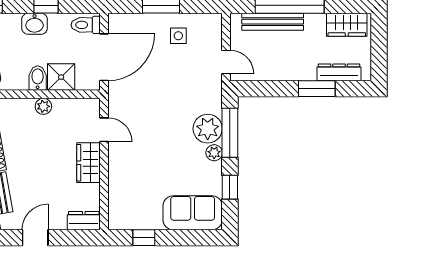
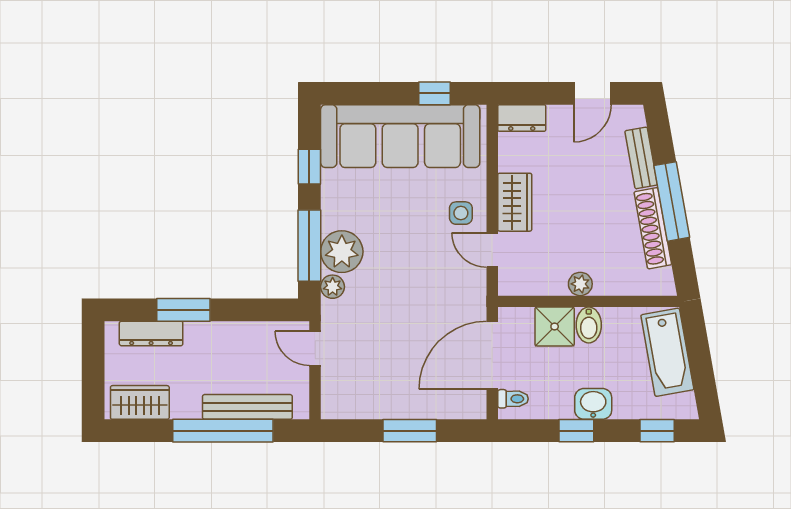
toilet: (86, 25) -> (513, 399), width x0.73, depth x0.72
side table: (178, 36) -> (461, 213), moved
plant: (214, 153) -> (333, 287), moved
sofa: (193, 213) -> (400, 136), width x1.85, depth x1.27

